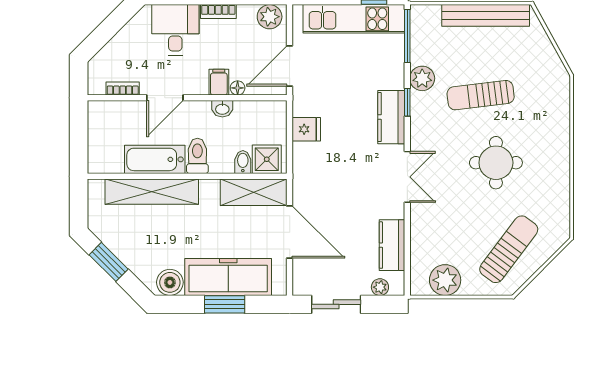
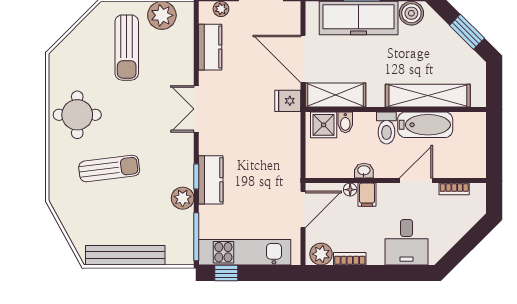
bookcase: (218, 12) -> (350, 259), moved
sun lounger: (481, 95) -> (109, 169), moved
kitchen counter: (391, 117) -> (211, 180), moved
fridge: (306, 129) -> (288, 101), moved
round table: (496, 163) -> (77, 115), moved
sun lounger: (509, 249) -> (127, 48), moved, turned -37

